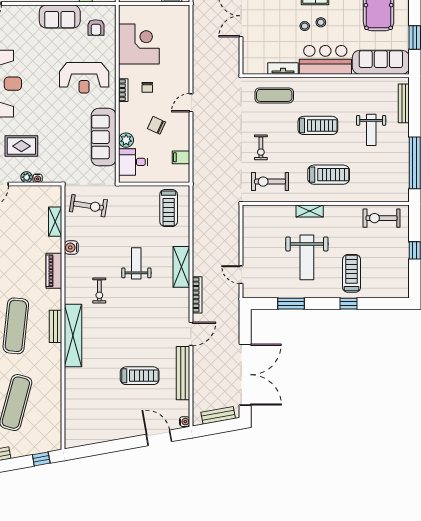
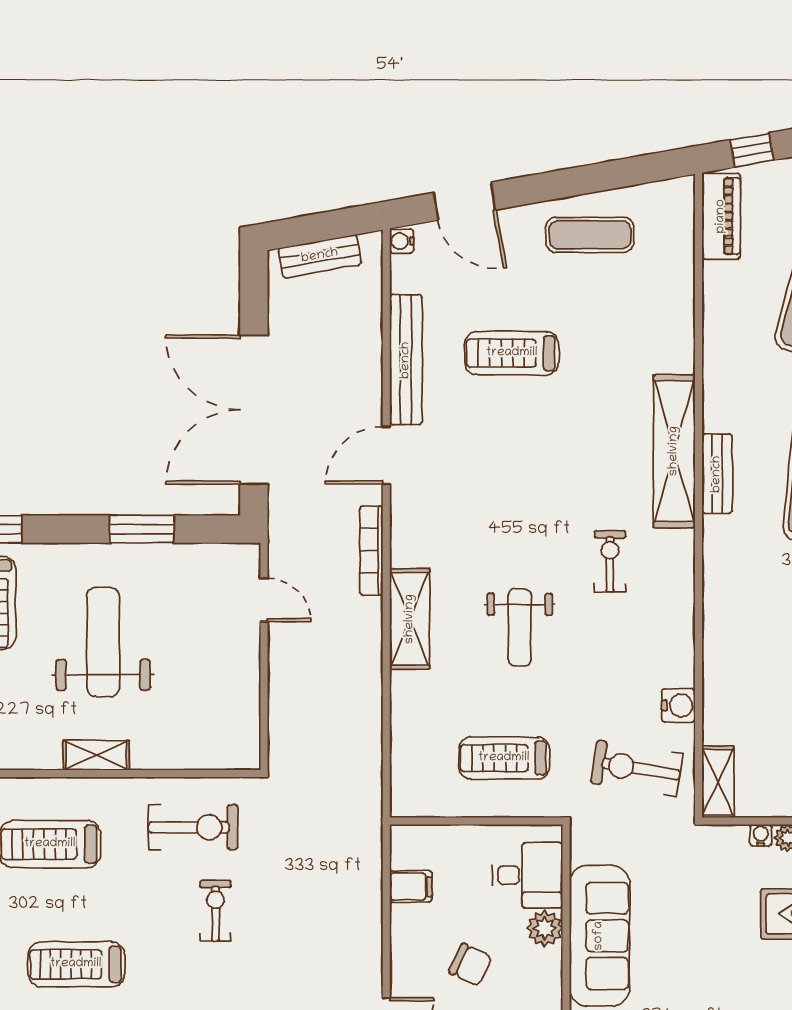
treadmill: (169, 208) -> (504, 758), moved, turned -90
shelving: (55, 222) -> (718, 782), moved
water cooler: (71, 248) -> (678, 706), moved
piano: (54, 271) -> (721, 216), moved
double door: (245, 375) -> (254, 410), moved
exercise mat: (108, 424) -> (590, 235), added

